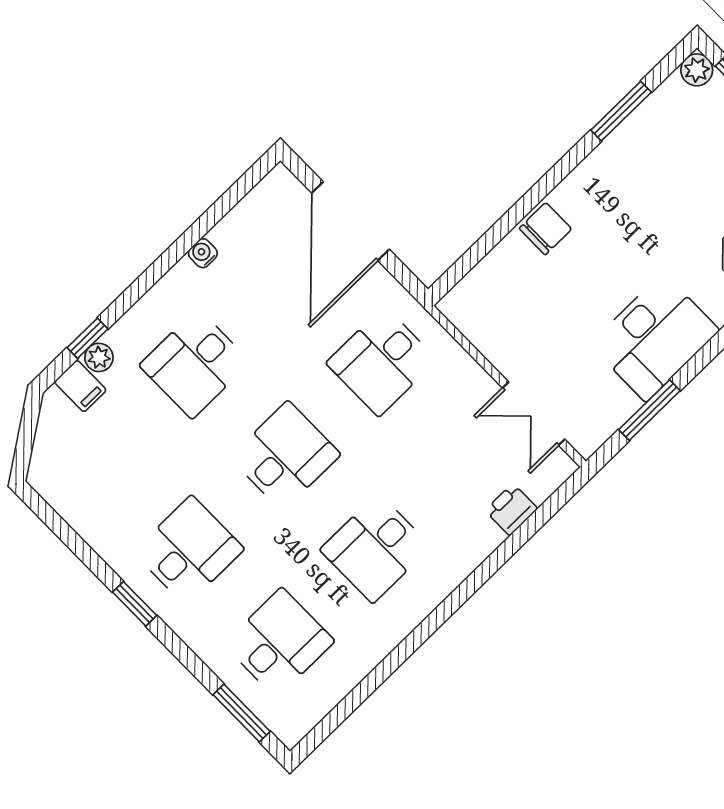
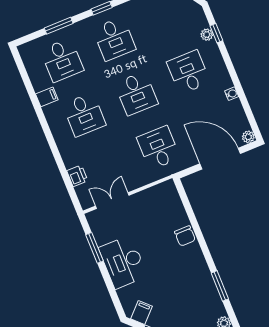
plant: (280, 180) -> (248, 137), added
filing cabinet: (80, 386) -> (47, 97), moved, turned 180
desk: (375, 548) -> (84, 115), turned 180
window: (242, 713) -> (59, 26), moved

